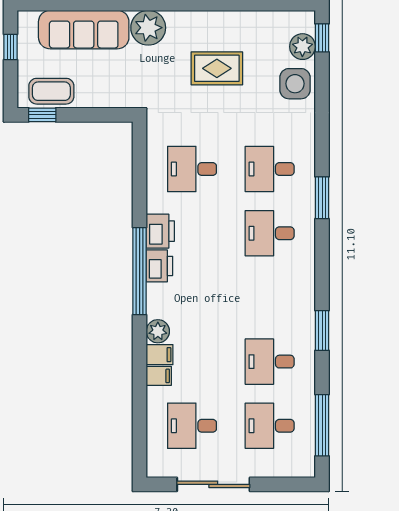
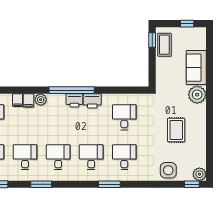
sofa: (84, 30) -> (196, 68), width x0.73
plant: (302, 47) -> (199, 174), moved
desk: (270, 297) -> (58, 157), added

